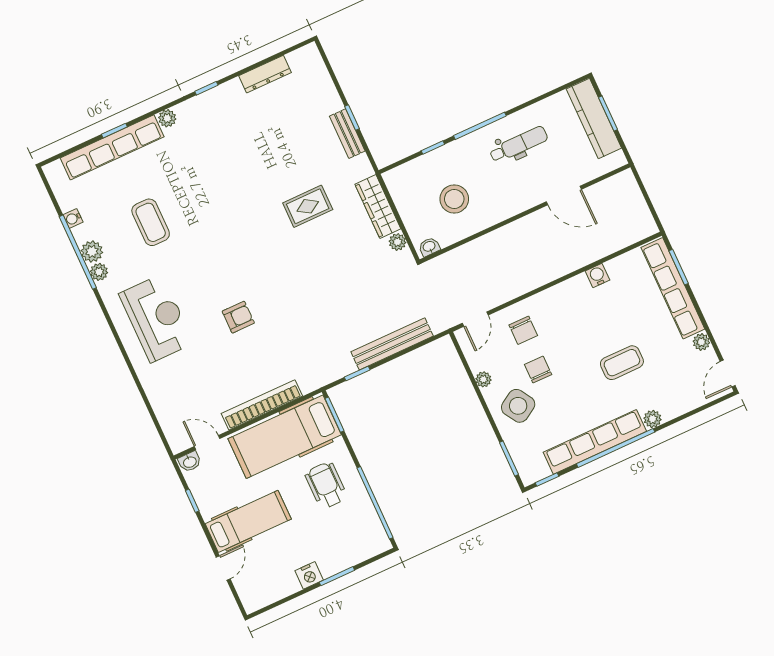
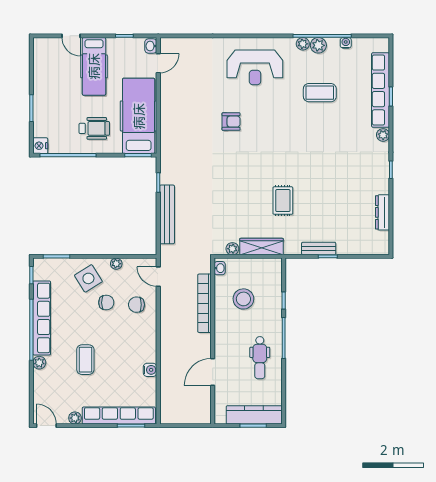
armchair: (238, 317) -> (231, 122), turned -90
bookcase: (262, 405) -> (204, 303), moved, turned 180
nightstand: (309, 575) -> (40, 146), moved

